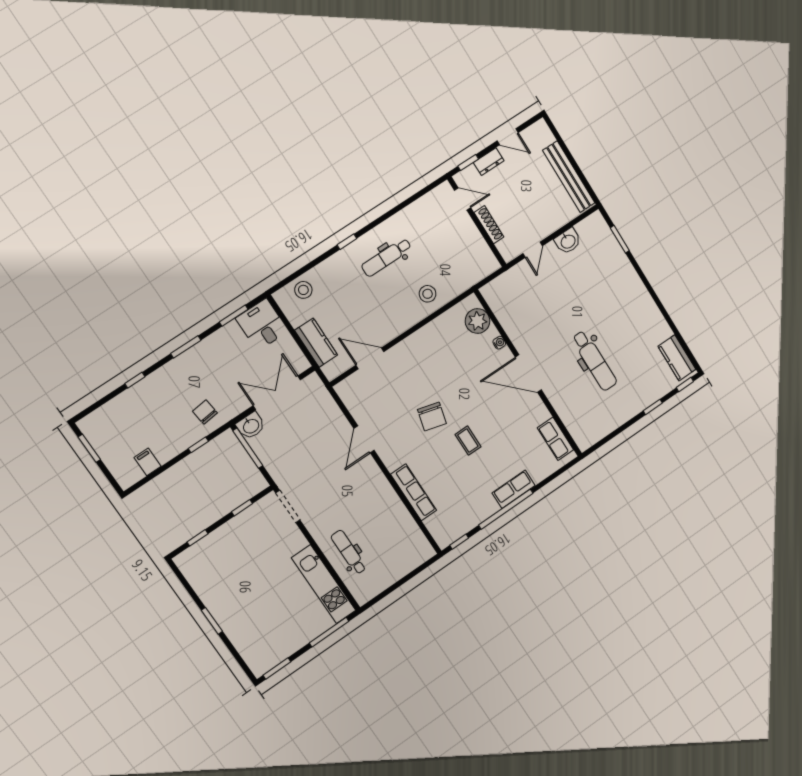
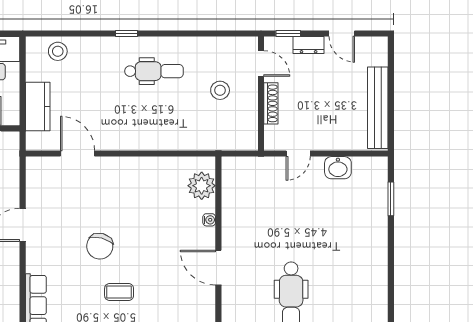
dental chair: (386, 257) -> (154, 71), turned 180
stool: (428, 294) -> (220, 90), moved
door: (528, 374) -> (218, 268), width x0.73
coffee table: (468, 441) -> (119, 292), turned 90

